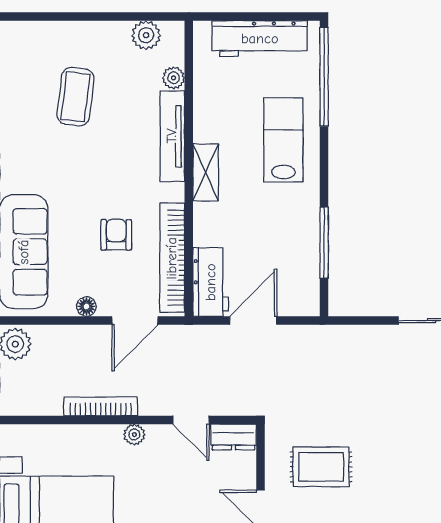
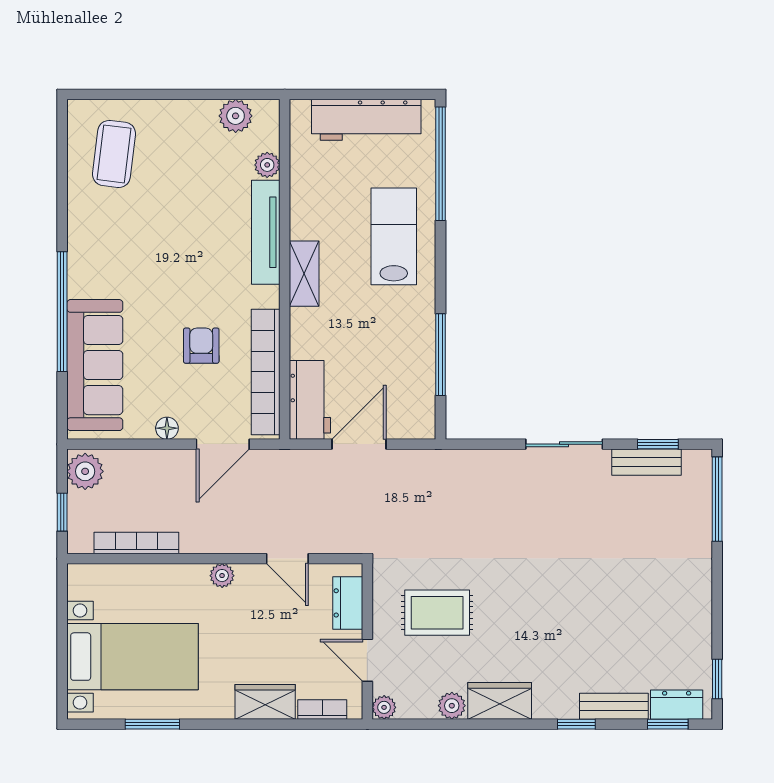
coffee table: (76, 97) -> (114, 154), moved
bookcase: (101, 406) -> (136, 543), moved
dresser: (233, 437) -> (348, 603), moved, turned 90

